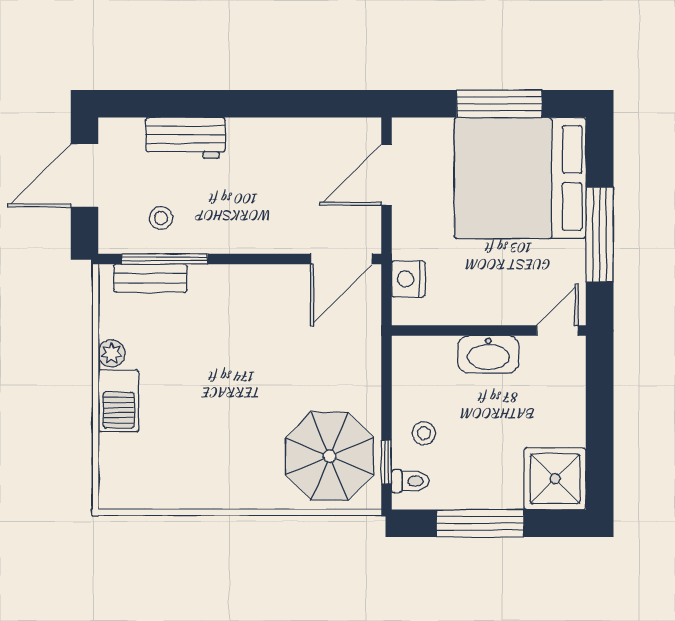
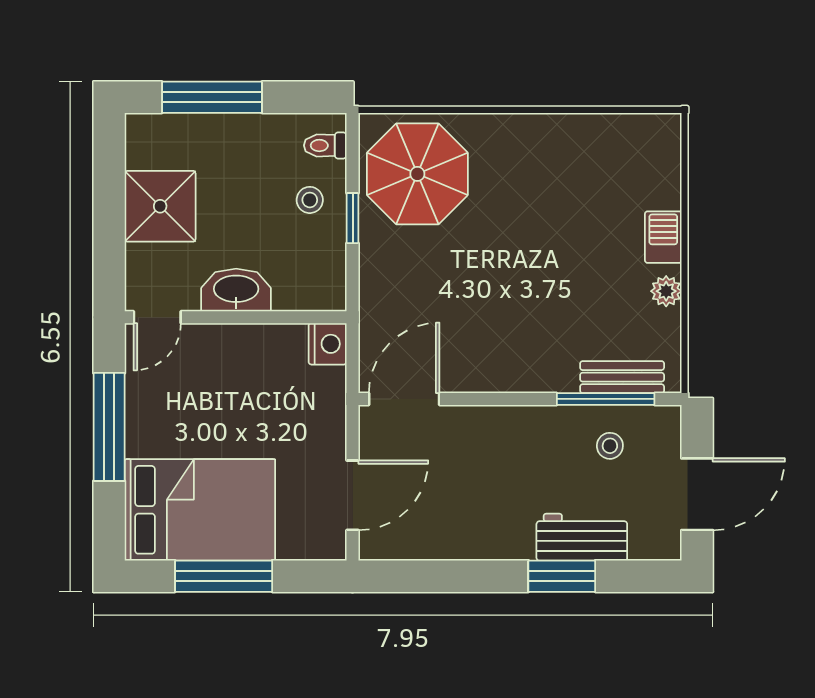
window: (203, 104) -> (562, 576), added
bed: (520, 178) -> (200, 510), width x0.73
nightstand: (408, 279) -> (328, 344), moved
barbecue: (118, 401) -> (663, 237), width x0.73, depth x0.79
window: (386, 462) -> (353, 218), moved
shower: (555, 479) -> (160, 206), moved
window: (480, 523) -> (212, 97), moved

